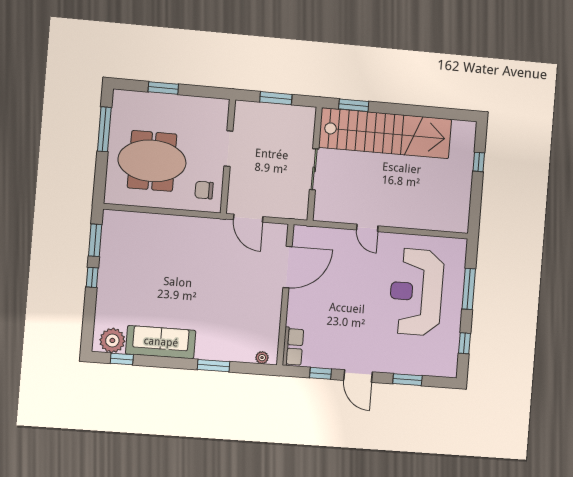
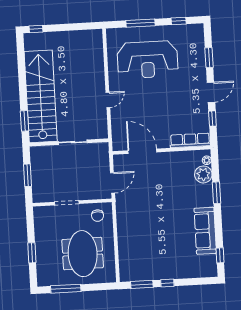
window: (479, 162) -> (36, 29), moved
plant: (112, 340) -> (203, 174), moved
row of seats: (293, 347) -> (190, 140), width x1.48

